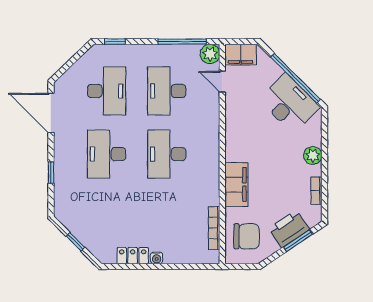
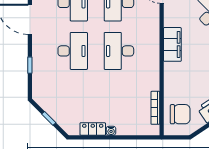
desk: (107, 154) -> (73, 51), turned 180
filing cabinet: (236, 184) -> (172, 44), moved

